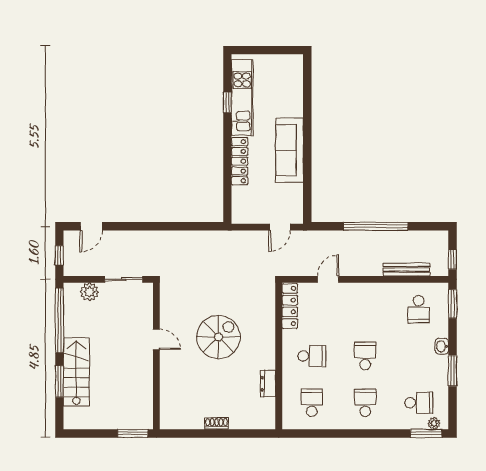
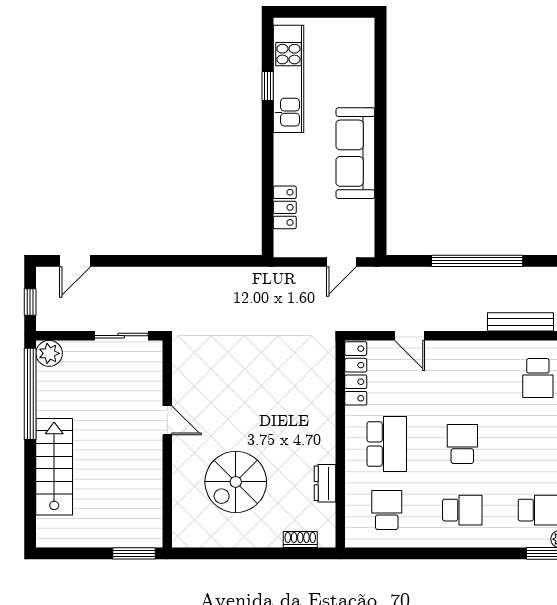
locker: (240, 161) -> (285, 207), moved, width x0.66
door: (328, 279) -> (410, 336), swing flipped
plant: (89, 292) -> (49, 353), moved
spiral stairs: (218, 337) -> (236, 482), moved, turned 180
school desk: (312, 356) -> (387, 444), width x1.85
window: (59, 381) -> (30, 480), removed
school desk: (365, 403) -> (462, 510), turned 90
shoe rack: (216, 424) -> (300, 539), moved

